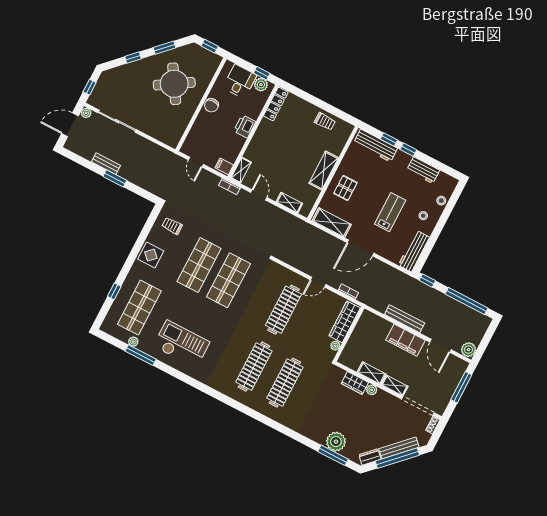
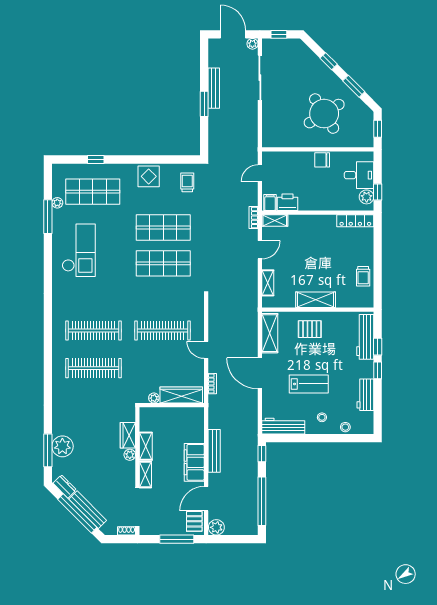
printer: (245, 126) -> (287, 202), moved
bench: (106, 164) -> (214, 88), width x1.36
pallet: (454, 365) -> (194, 521), added

